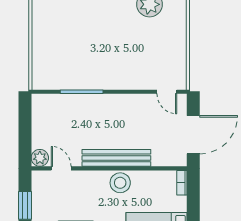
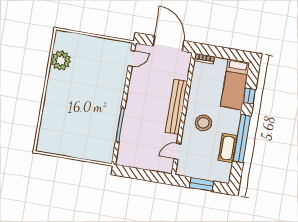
plant: (40, 158) -> (166, 166), removed
stool: (120, 183) -> (203, 123), moved

